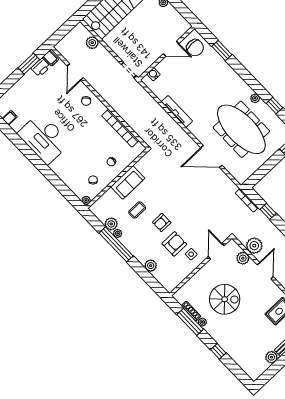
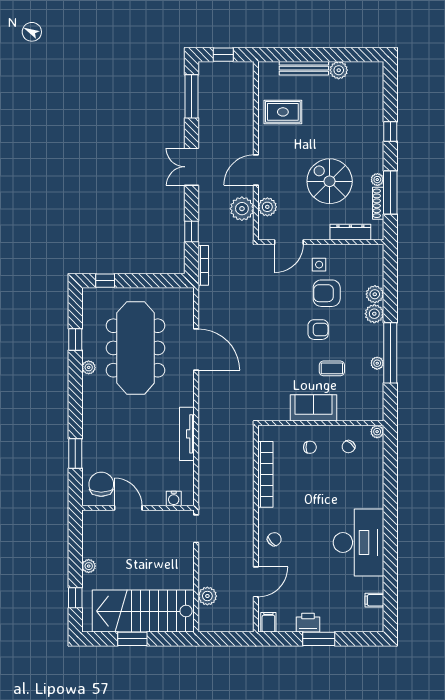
window: (29, 64) -> (319, 639), moved
printer: (41, 67) -> (308, 623), moved
plant: (111, 224) -> (374, 314), moved
dresser: (191, 284) -> (350, 232), added

